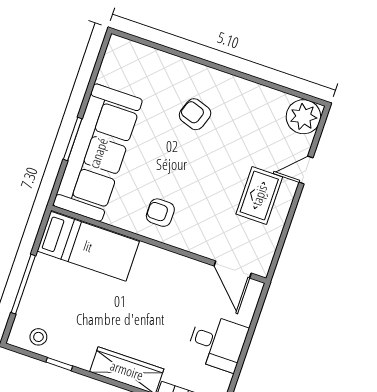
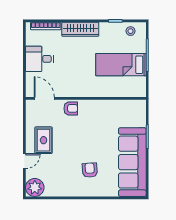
armchair: (195, 114) -> (90, 170), turned -113
sofa: (98, 153) -> (132, 162), moved
armchair: (160, 213) -> (71, 108), moved
bed: (88, 246) -> (121, 65), moved

